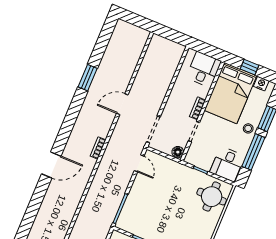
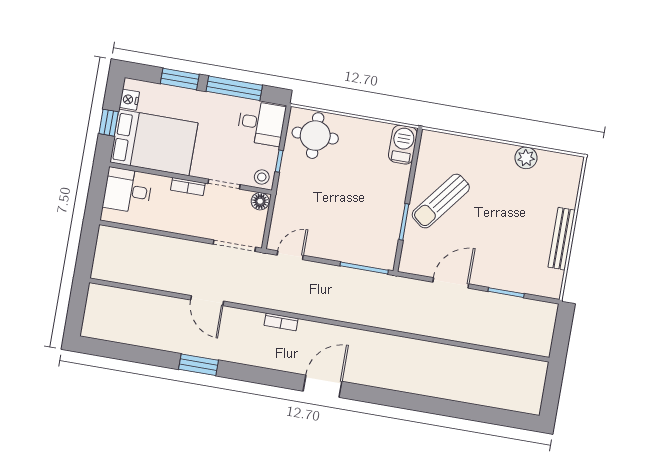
window: (88, 78) -> (198, 365), moved
stool: (248, 128) -> (262, 177), moved
door: (51, 165) -> (322, 386), hinge flipped

